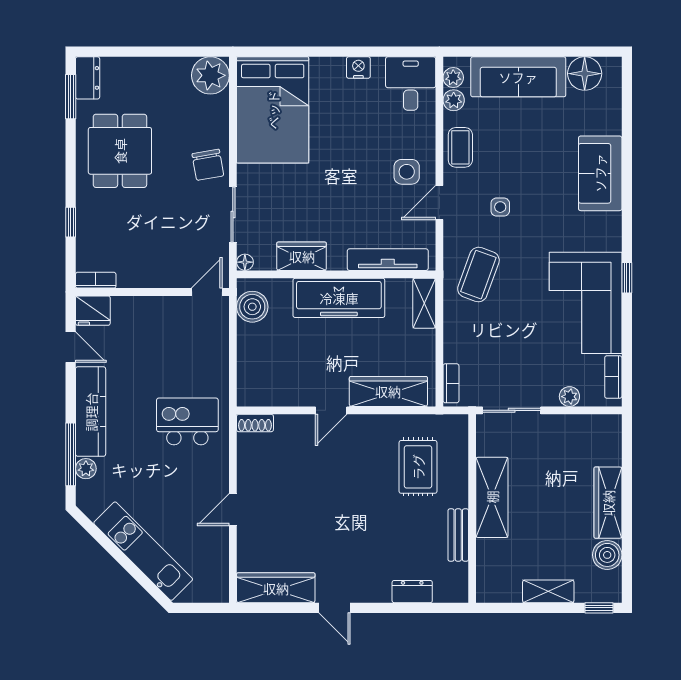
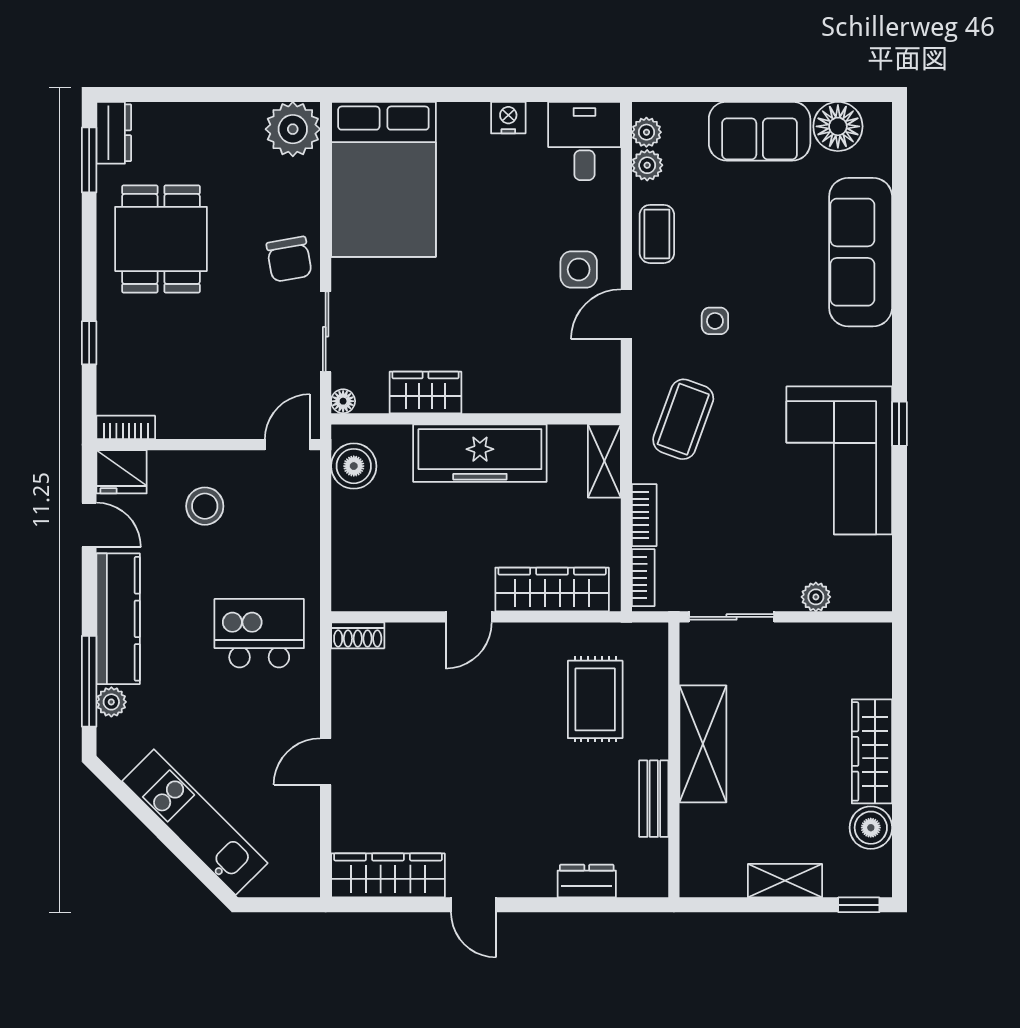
sofa: (518, 77) -> (760, 131), width x0.73
sofa: (600, 173) -> (861, 252), width x1.36
tv unit: (388, 260) -> (551, 398), removed
stool: (150, 334) -> (205, 506), added
bookcase: (613, 377) -> (644, 515), moved, turned 180

